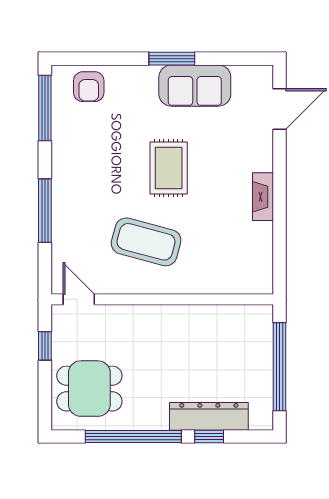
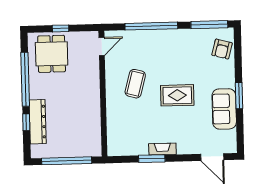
armchair: (89, 87) -> (222, 49), turned -75
window: (45, 211) -> (151, 26), width x1.46
window: (279, 216) -> (152, 159), added
coffee table: (146, 242) -> (135, 84), width x0.73, depth x0.76
window: (45, 346) -> (61, 28), moved

